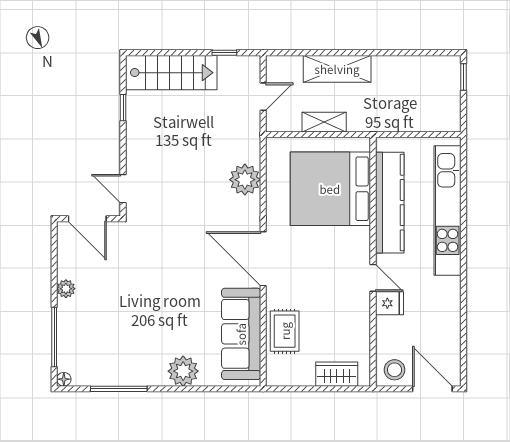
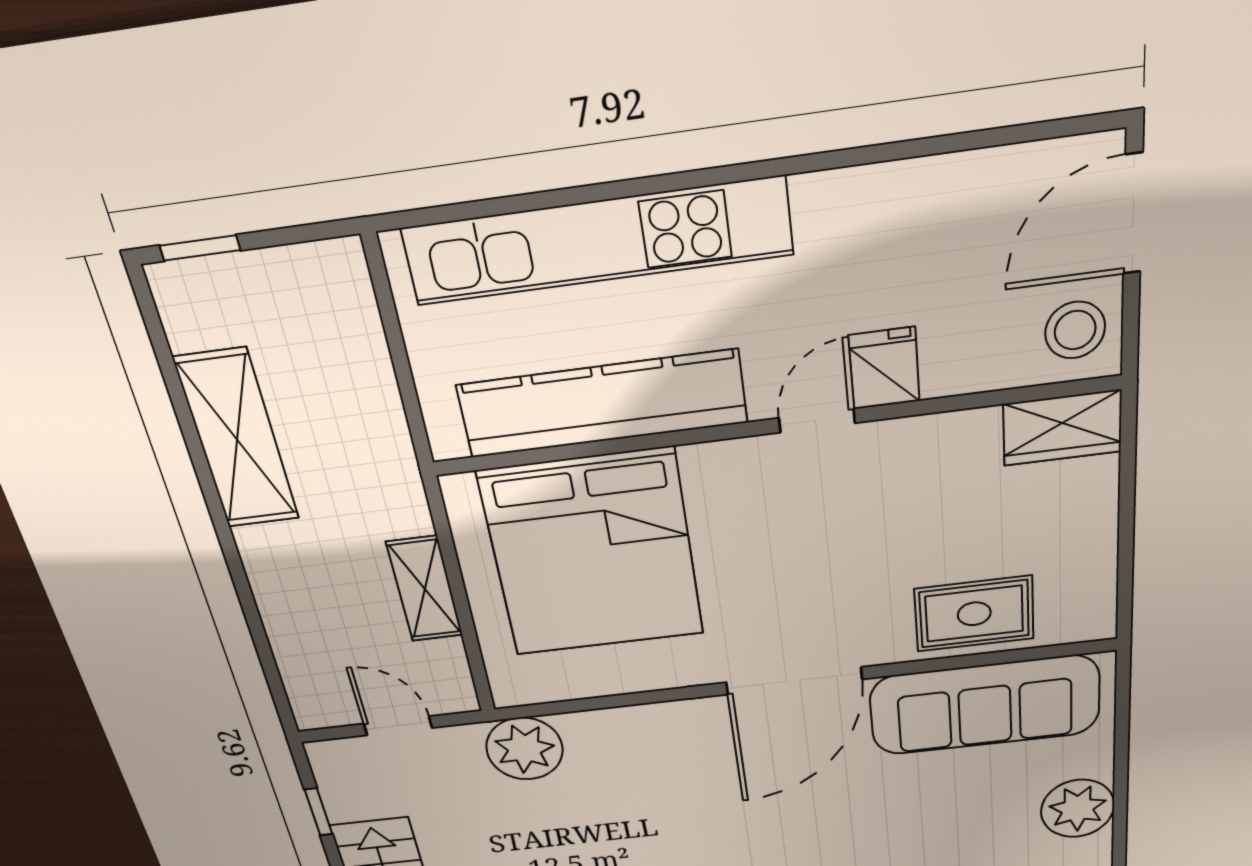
shelving: (337, 69) -> (237, 440), moved
plant: (245, 180) -> (525, 749), moved
wardrobe: (337, 374) -> (1062, 428), moved, turned -90

